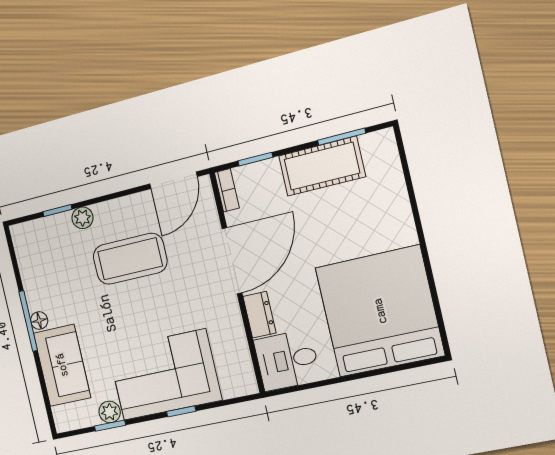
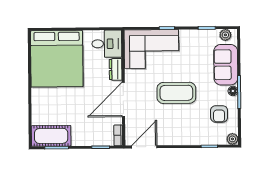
cot: (322, 166) -> (51, 136), moved
plant: (83, 218) -> (232, 139), moved
coffee table: (130, 259) -> (176, 93), moved
armchair: (54, 274) -> (219, 114), added
corner sofa: (164, 375) -> (151, 49), moved
plant: (110, 412) -> (225, 35), moved

